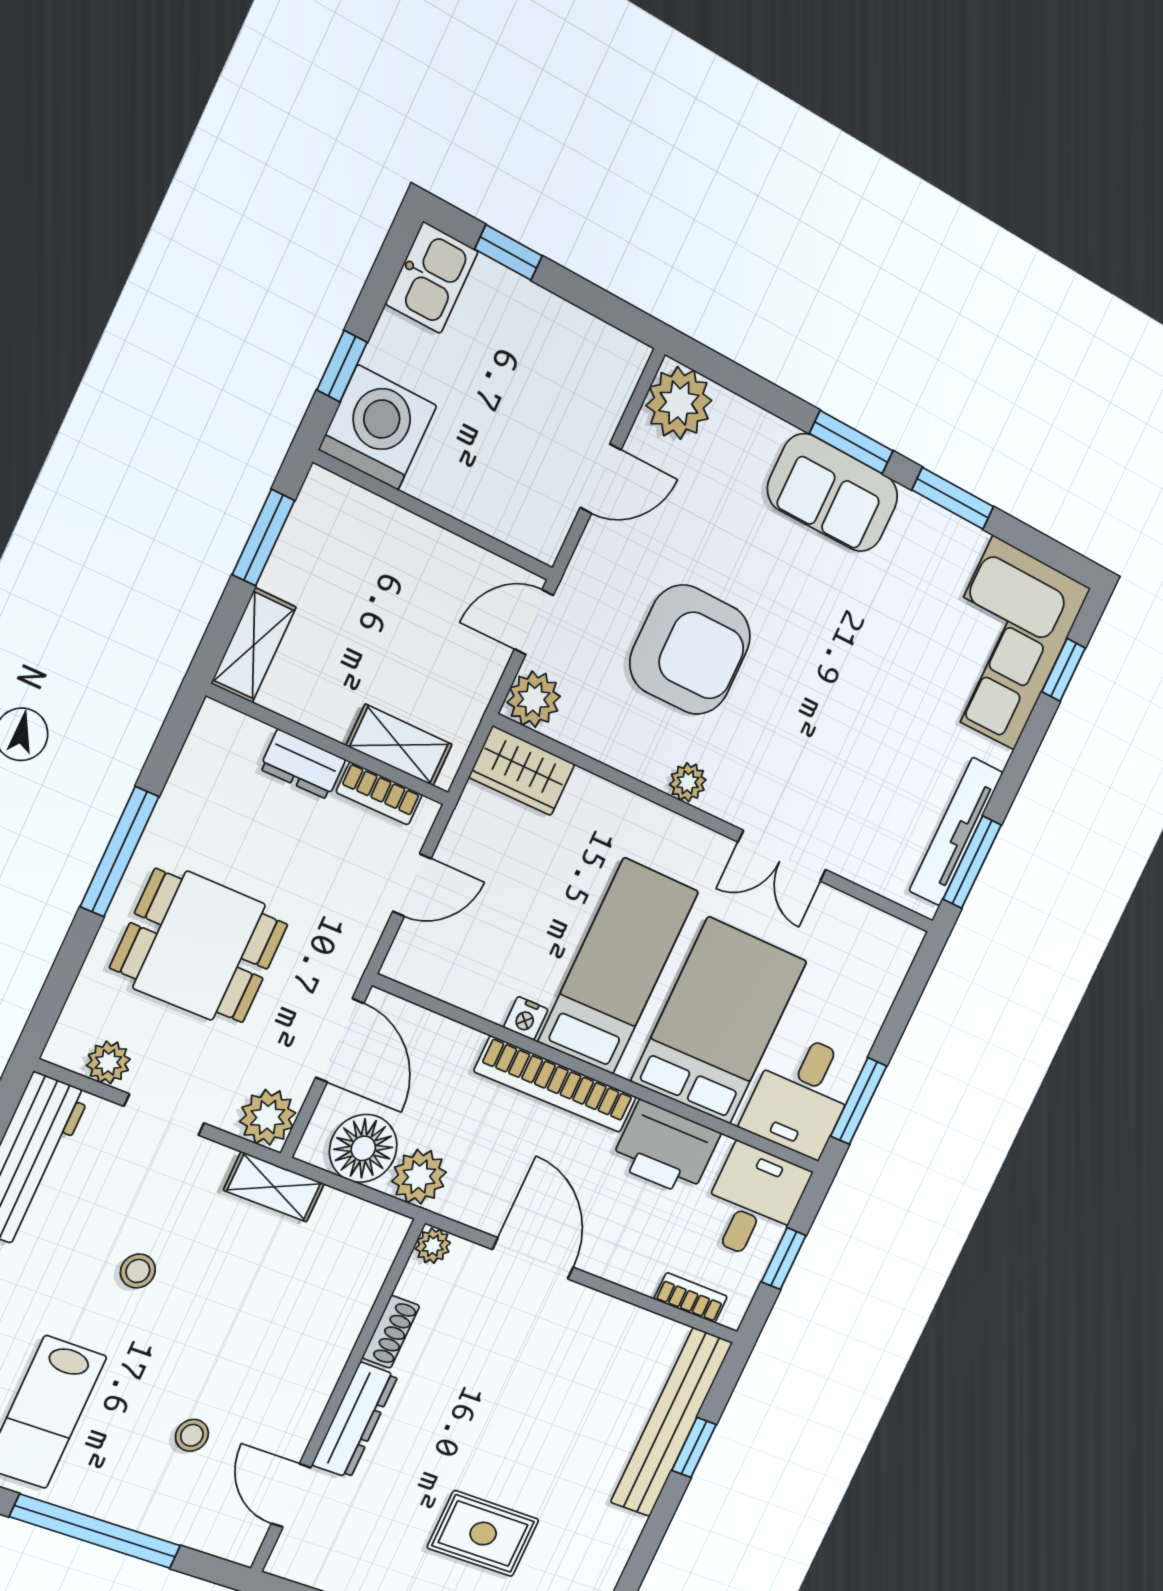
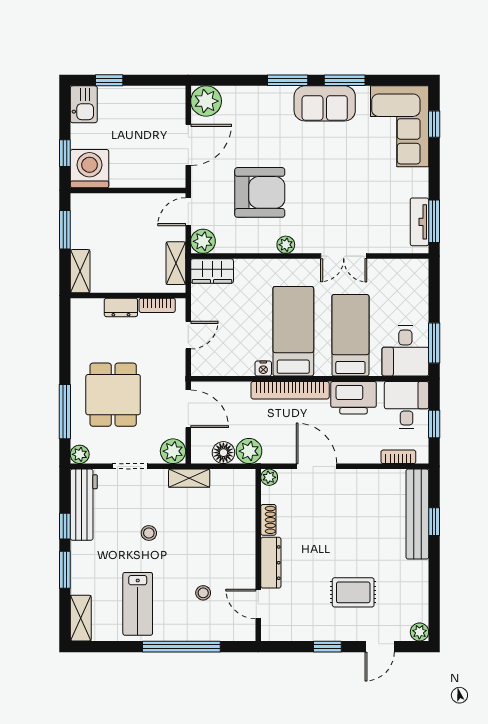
door: (601, 479) -> (188, 145), width x1.38
sofa: (833, 493) -> (325, 103), moved
shelving: (399, 745) -> (176, 263), moved, turned 90
tv unit: (956, 832) -> (419, 222), width x0.71
window: (120, 852) -> (65, 412), moved
dining table: (199, 946) -> (113, 395), turned 90
bed: (719, 1021) -> (350, 335), width x0.67
plant: (108, 1062) -> (80, 454), moved
floor lamp: (363, 1148) -> (223, 453), width x0.73, depth x0.73

